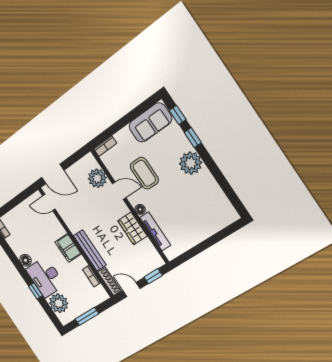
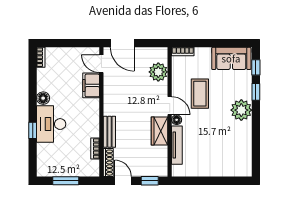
door: (119, 191) -> (170, 106), moved
filing cabinet: (68, 248) -> (91, 85), moved
bench: (90, 250) -> (109, 132), width x0.73
plant: (59, 303) -> (47, 154), removed

